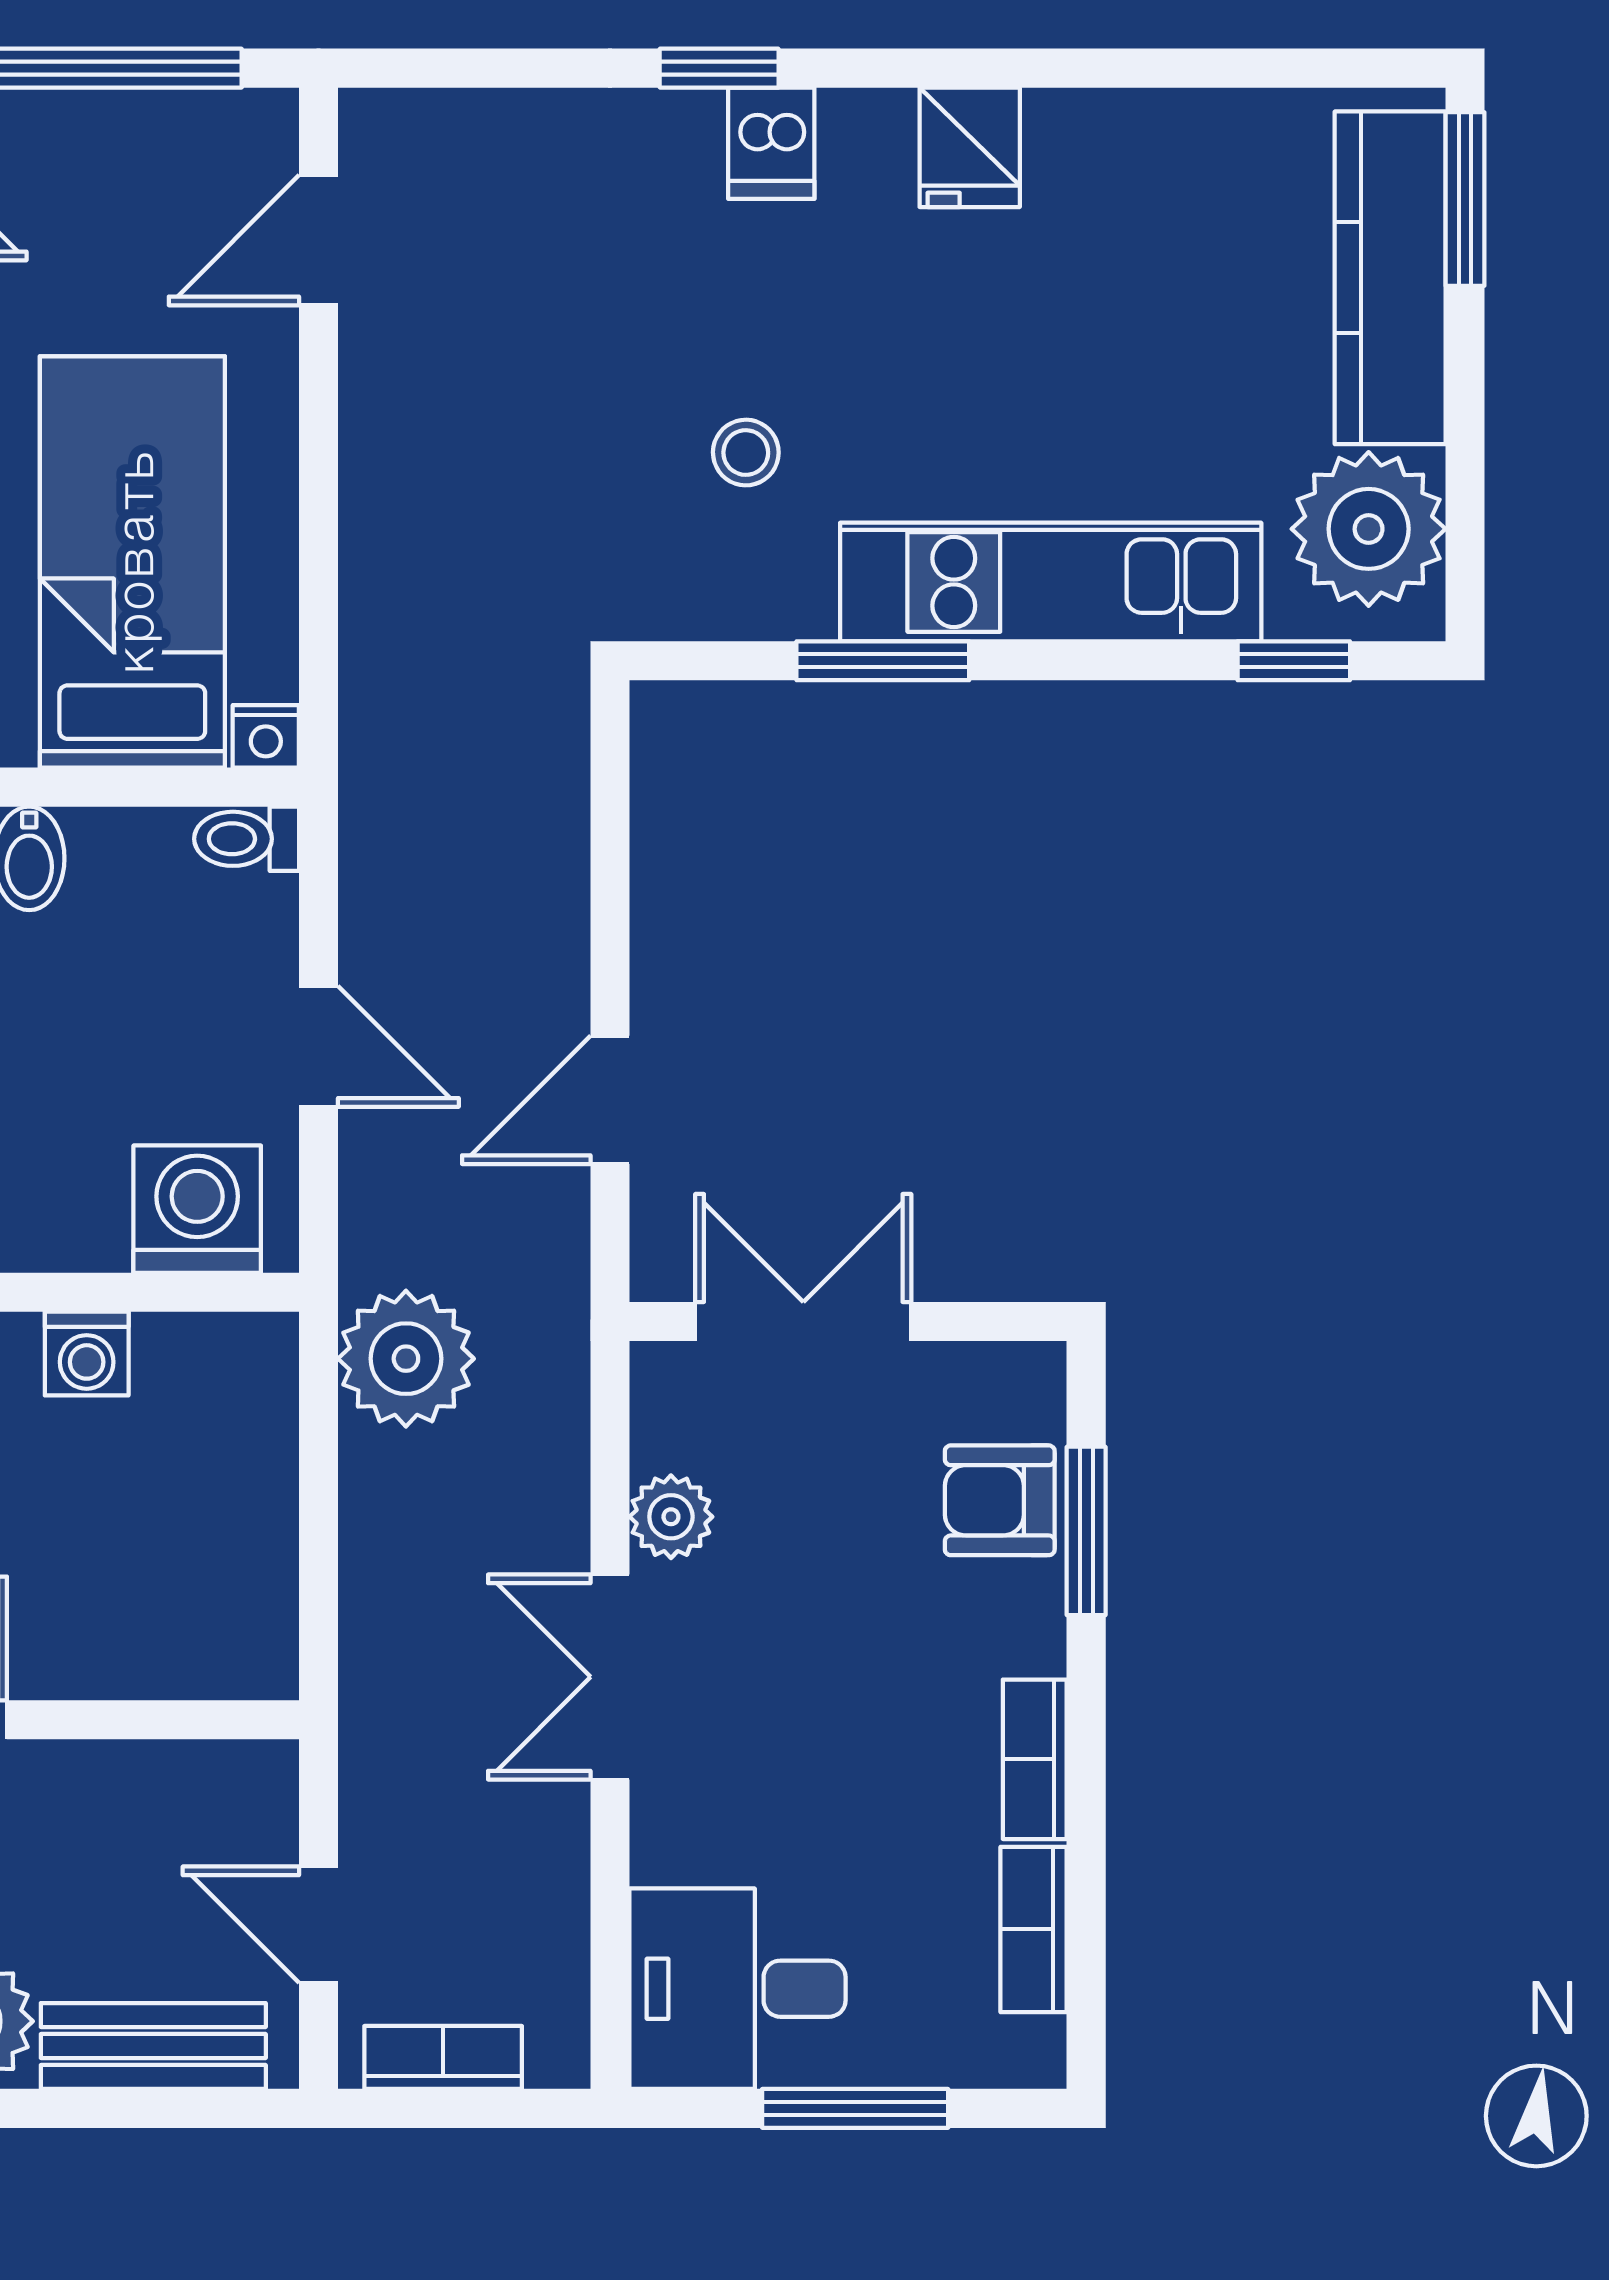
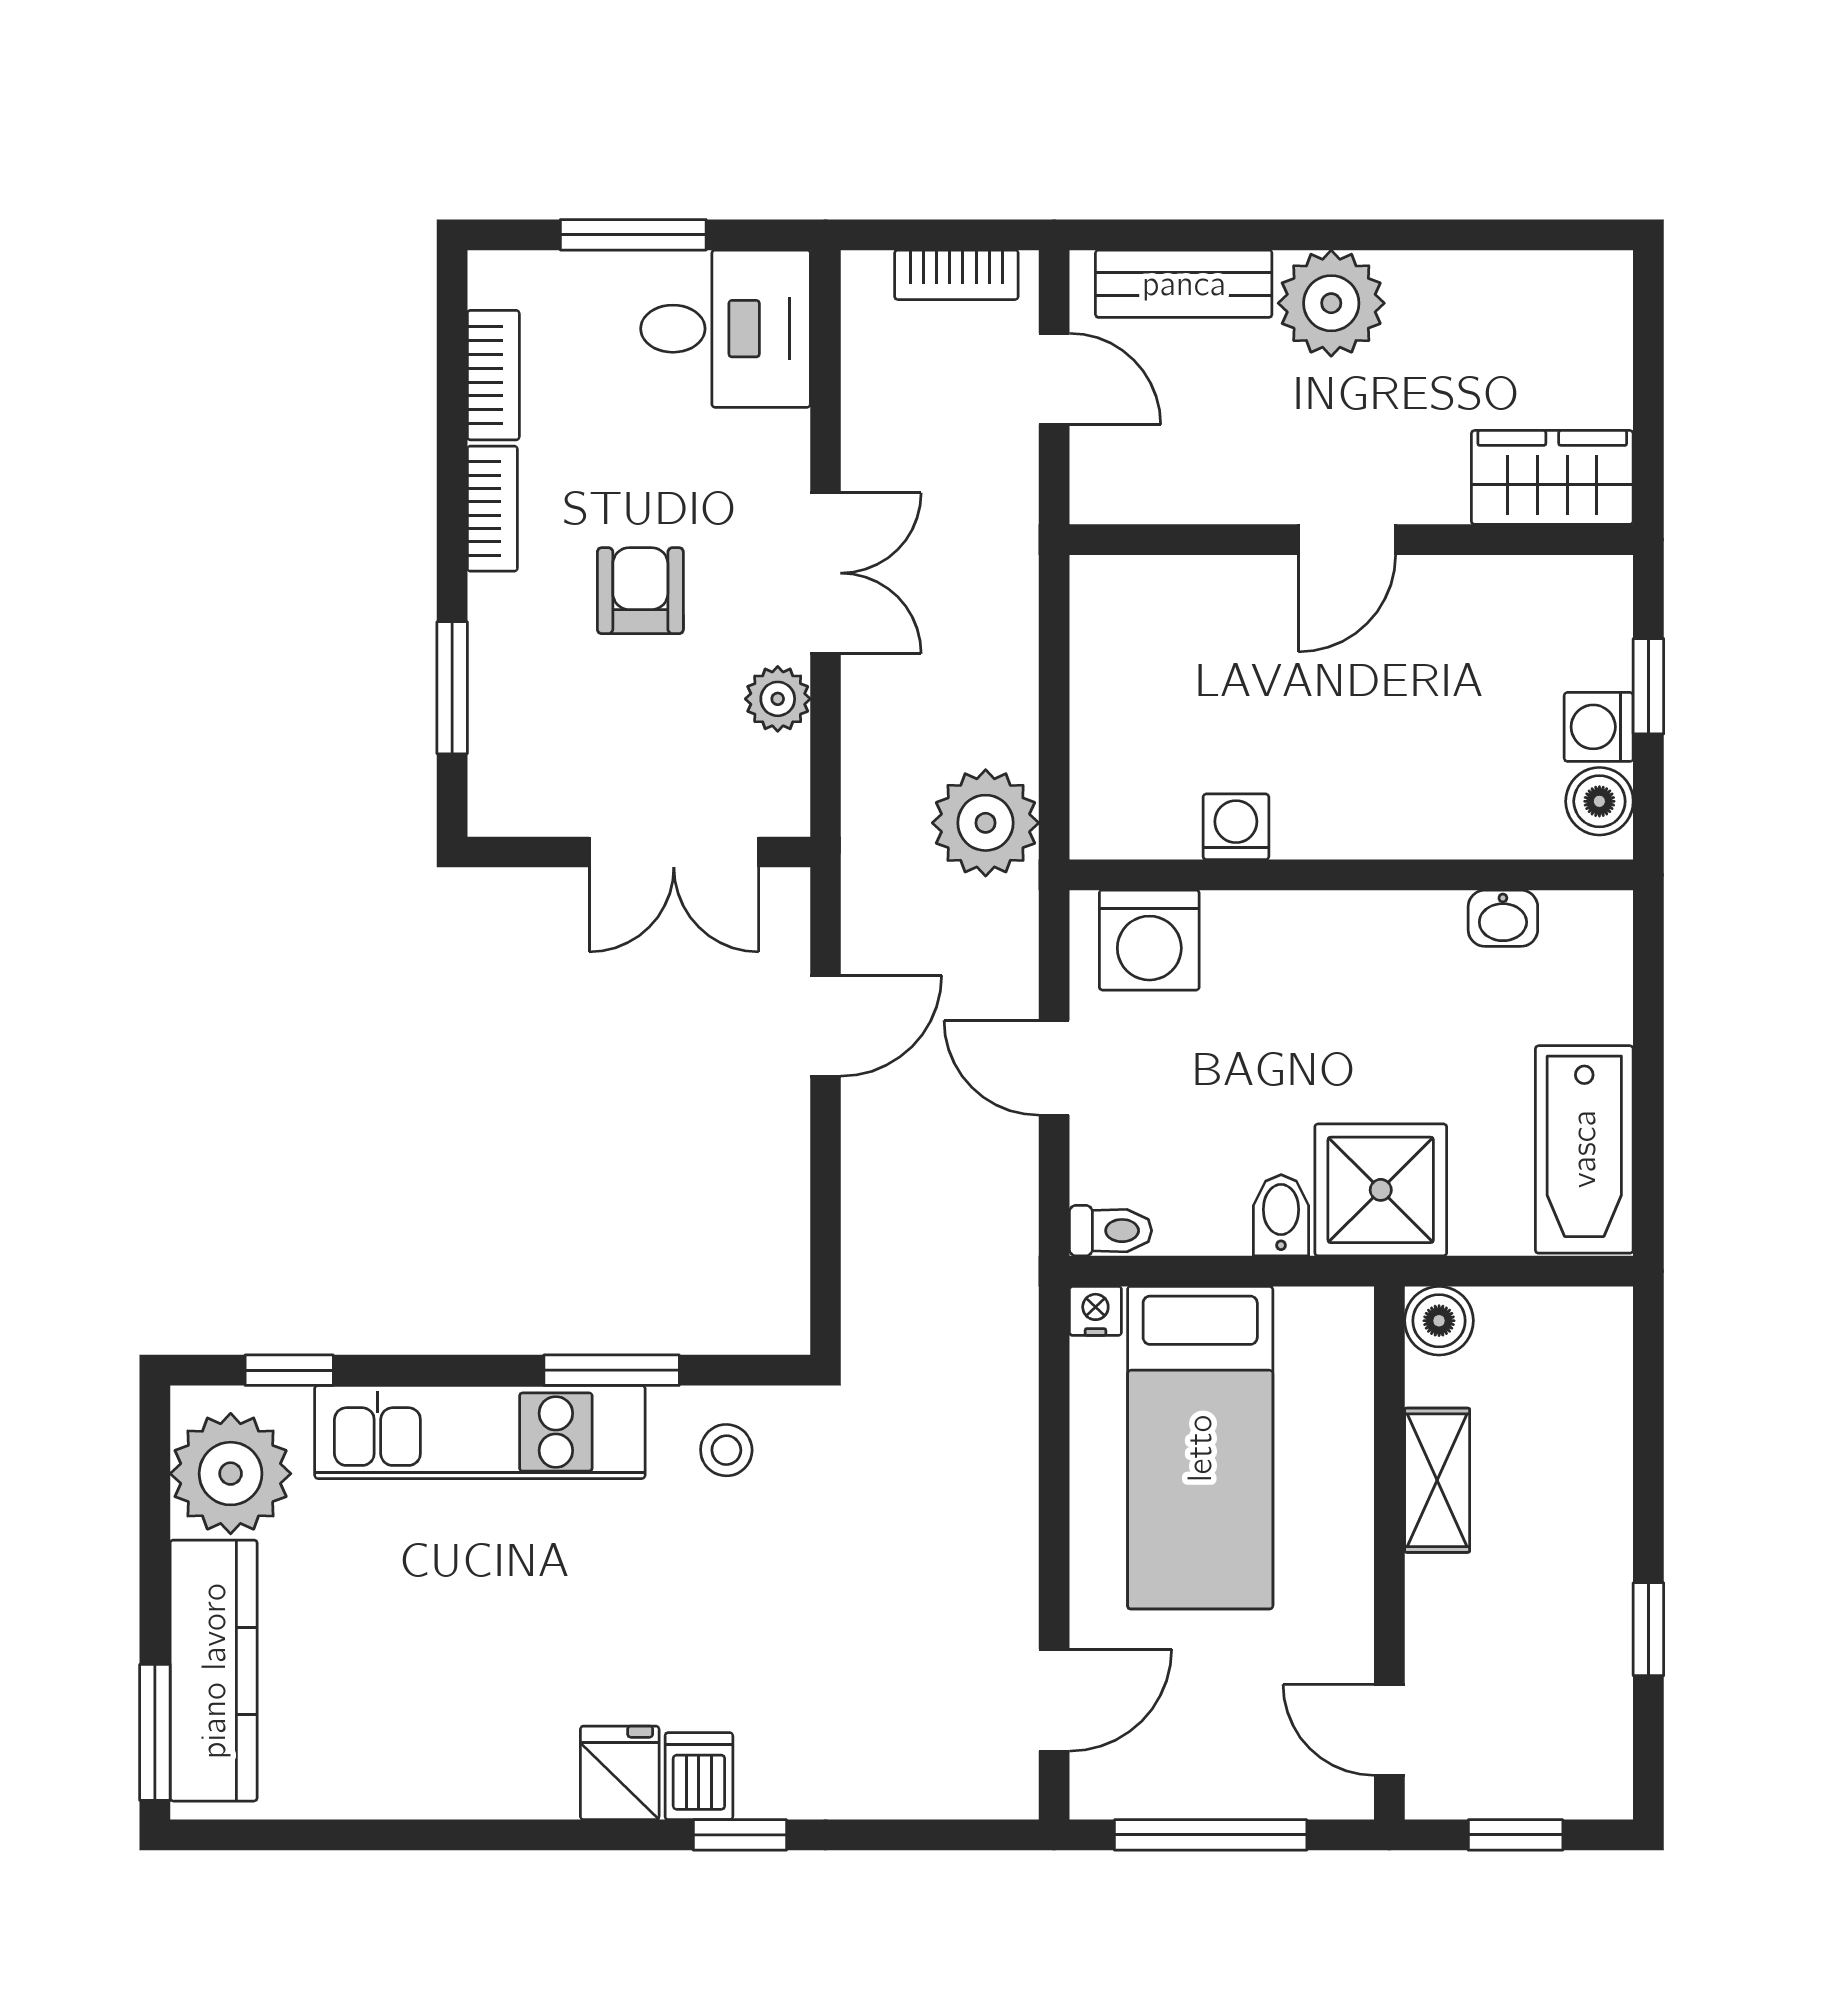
fridge: (970, 147) -> (620, 1773), moved
stool: (746, 453) -> (726, 1450), moved
armchair: (1000, 1500) -> (640, 591), moved, turned -90

